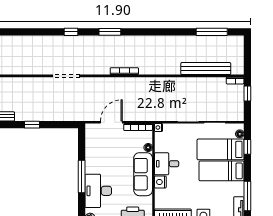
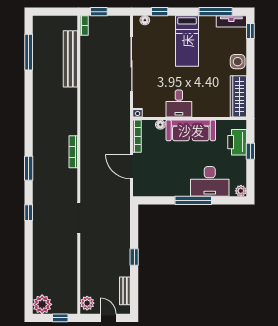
bed: (221, 149) -> (163, 42), removed
nightstand: (160, 182) -> (200, 111), removed

